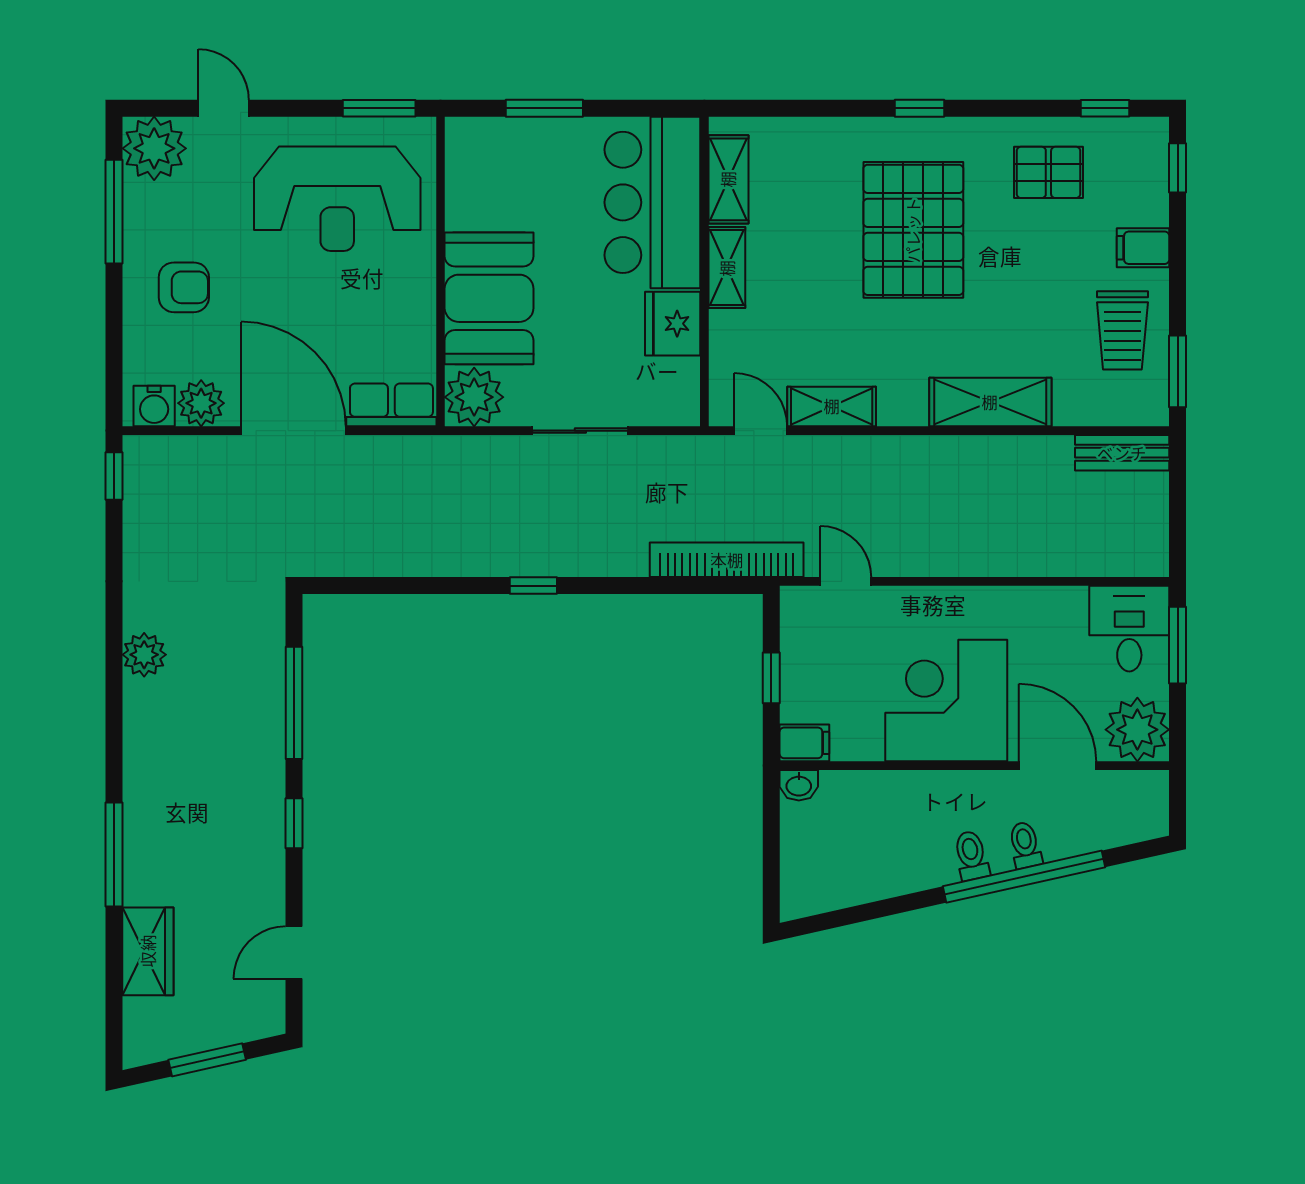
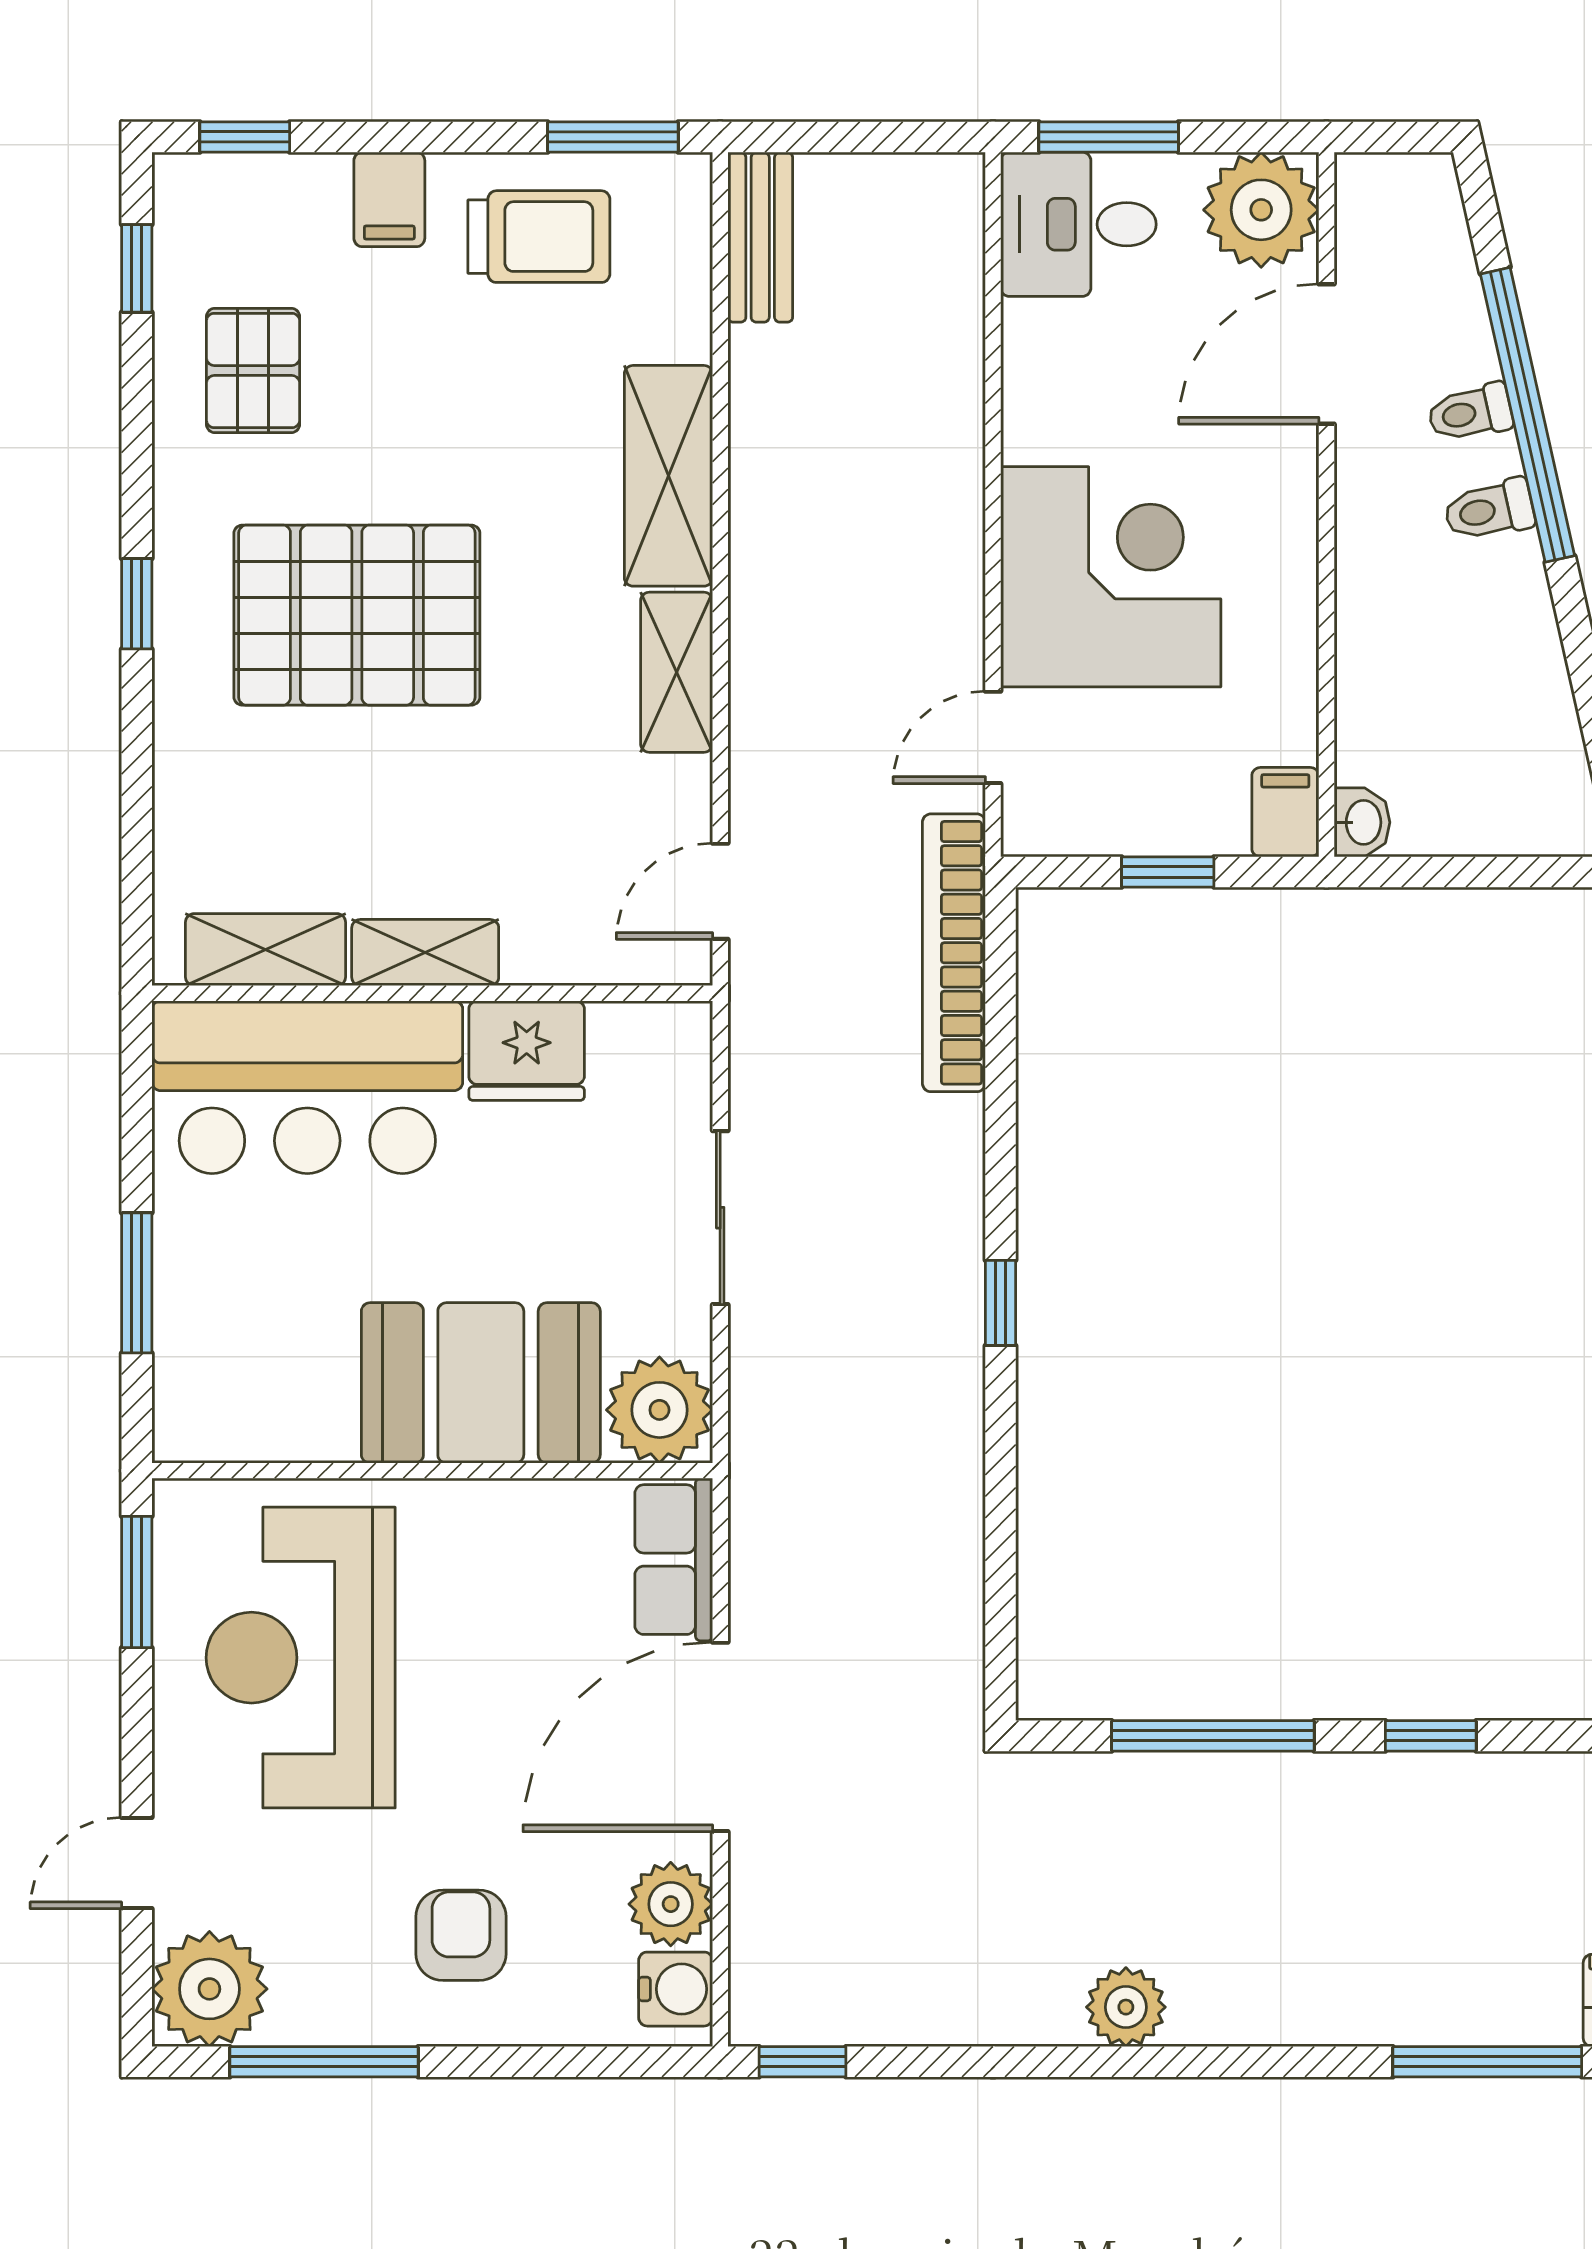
reception desk: (337, 199) -> (301, 1658), turned 180
shelving: (832, 406) -> (677, 672), moved
corner desk: (946, 701) -> (1111, 577), moved, turned 180

